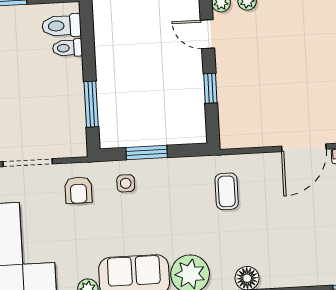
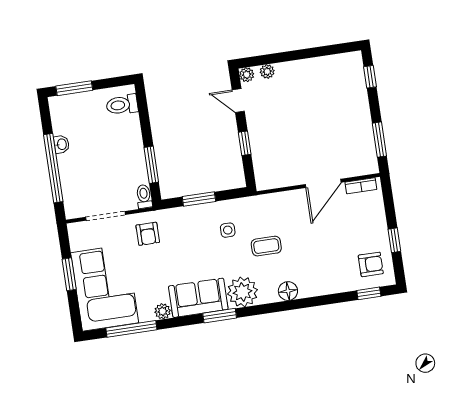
toilet: (67, 48) -> (144, 196), moved, turned 90
side table: (126, 183) -> (228, 230), moved
coffee table: (227, 191) -> (266, 246), moved, turned 90

